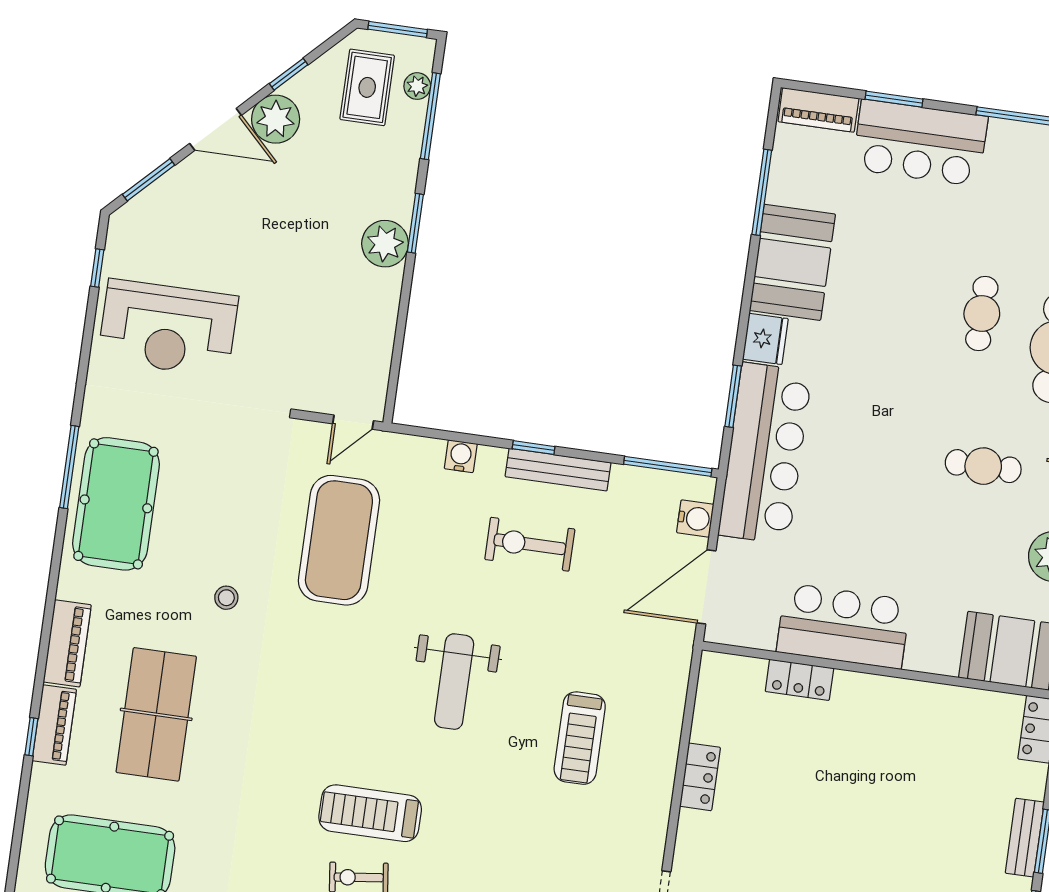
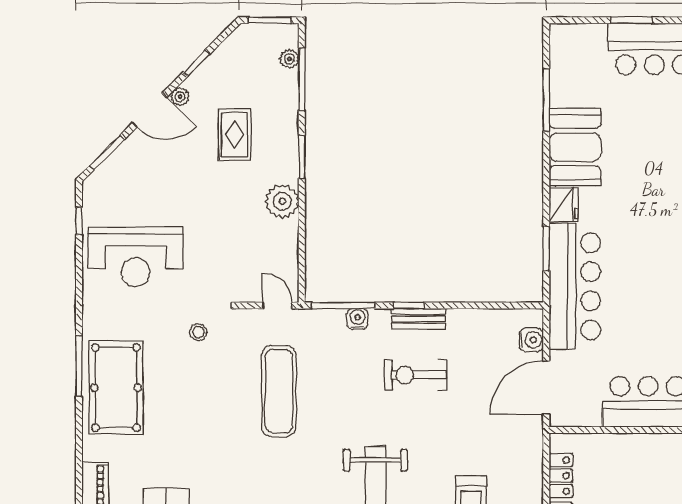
rug: (367, 87) -> (235, 135), moved
piano: (818, 110) -> (578, 36), removed
plant: (276, 119) -> (180, 97), width x0.53, depth x0.53
plant: (385, 244) -> (282, 201), moved
door: (353, 422) -> (277, 305), swing flipped
window: (668, 466) -> (343, 305), moved
bench: (558, 470) -> (418, 319), width x0.73
exercise mat: (339, 540) -> (279, 391), width x0.68
stool: (226, 598) -> (198, 332), moved
locker: (799, 680) -> (561, 476), moved, turned -90

